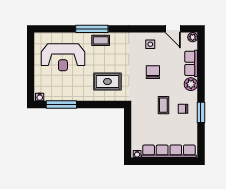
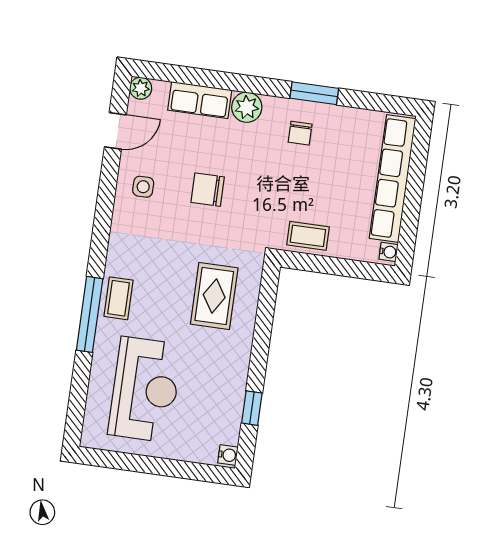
window: (61, 105) -> (252, 408), width x0.46
coffee table: (163, 105) -> (308, 236), moved

